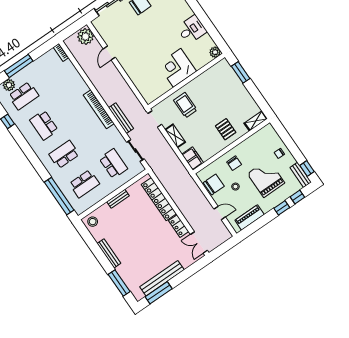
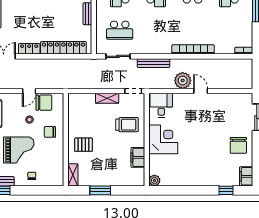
desk: (192, 29) -> (161, 105), moved, turned 180
plant: (85, 36) -> (183, 80), moved
door: (109, 53) -> (201, 91), moved
window: (241, 72) -> (100, 190), moved
bookcase: (99, 109) -> (193, 49), moved
filing cabinet: (193, 159) -> (138, 157), moved, turned 90
chair: (214, 184) -> (44, 103), turned -90
door: (220, 213) -> (29, 91), moved

